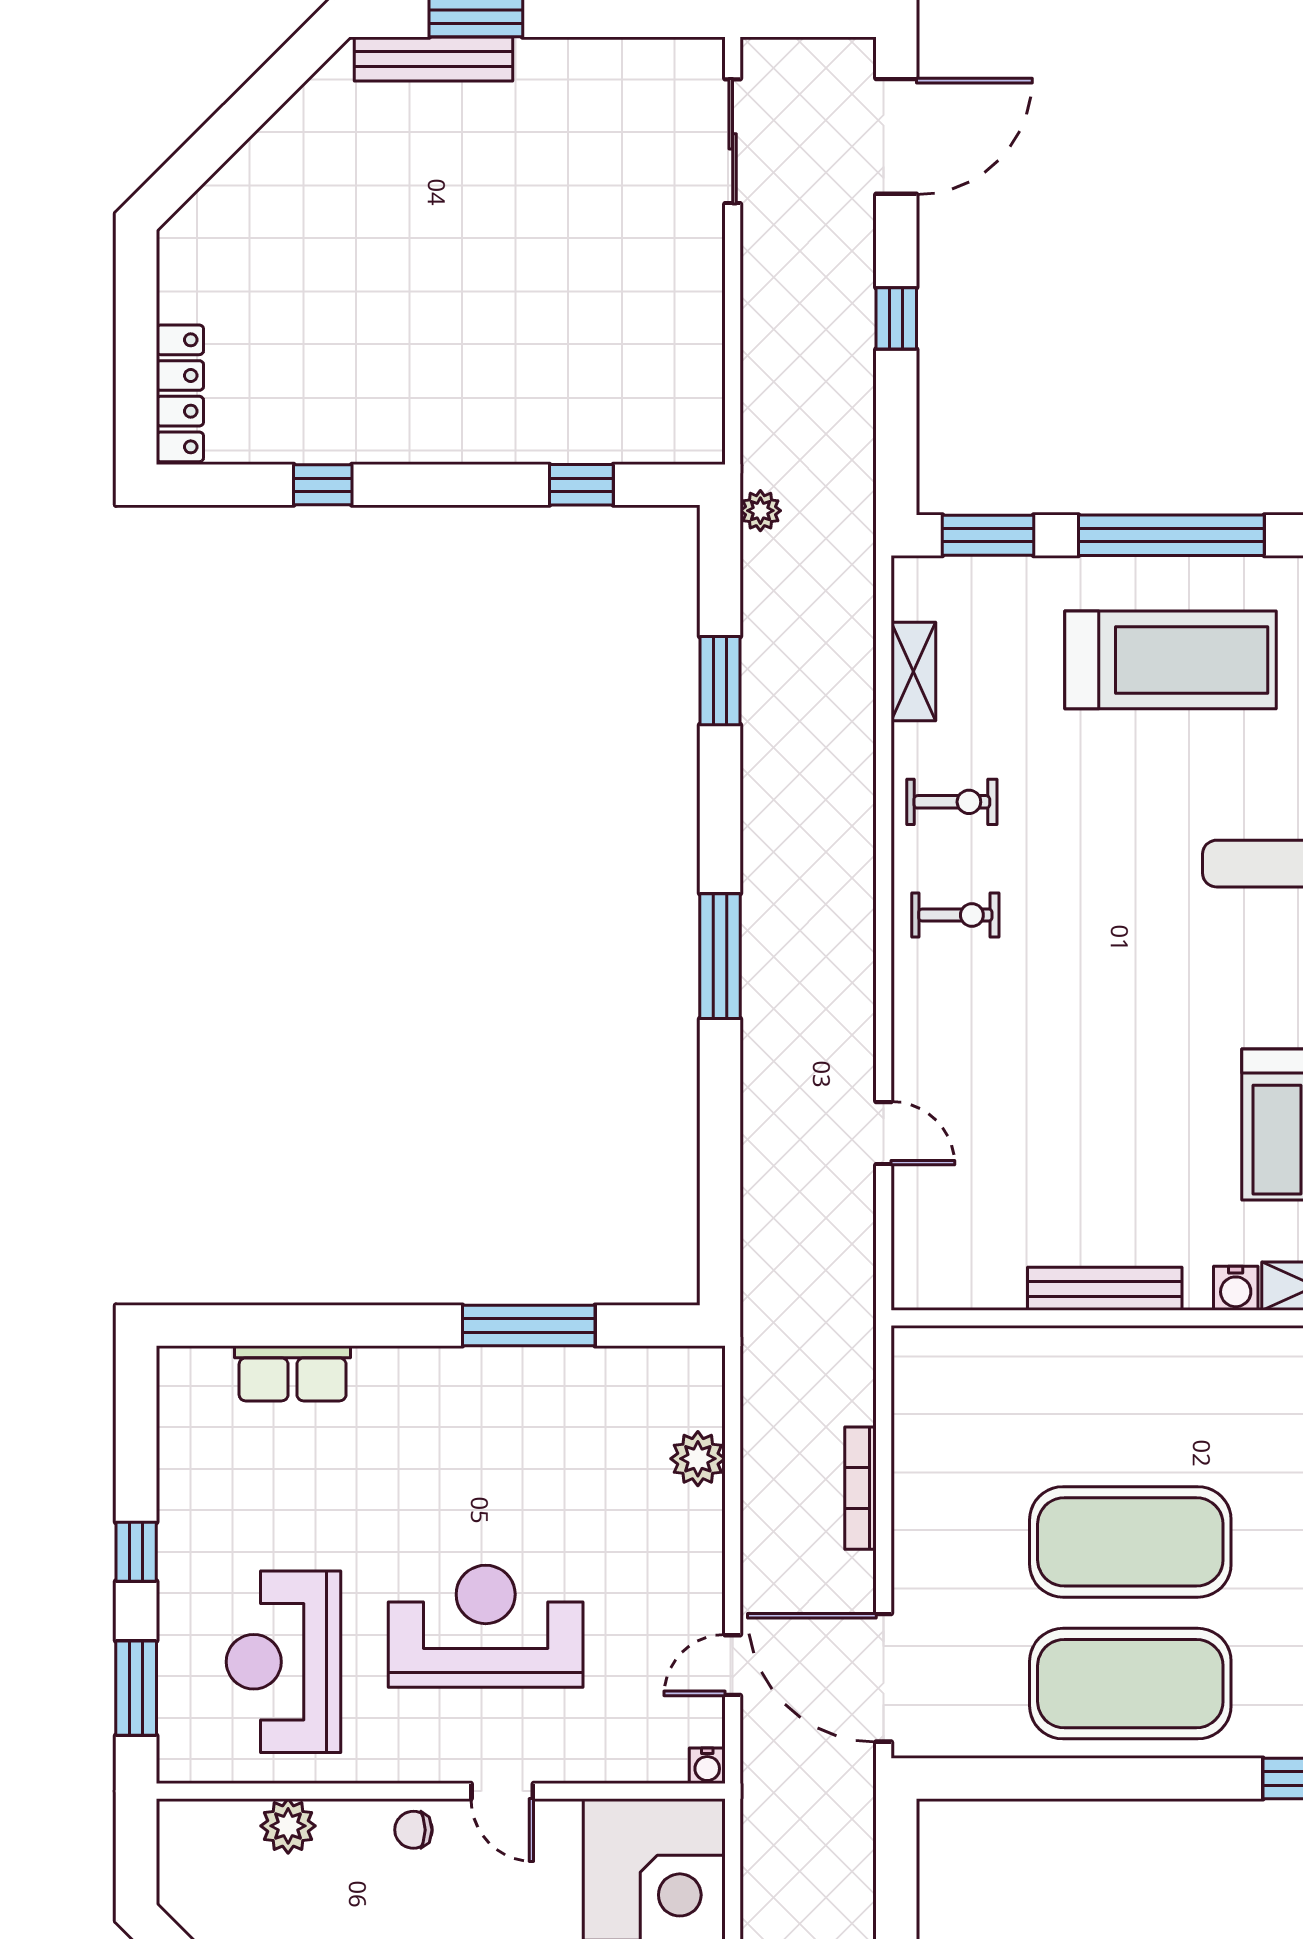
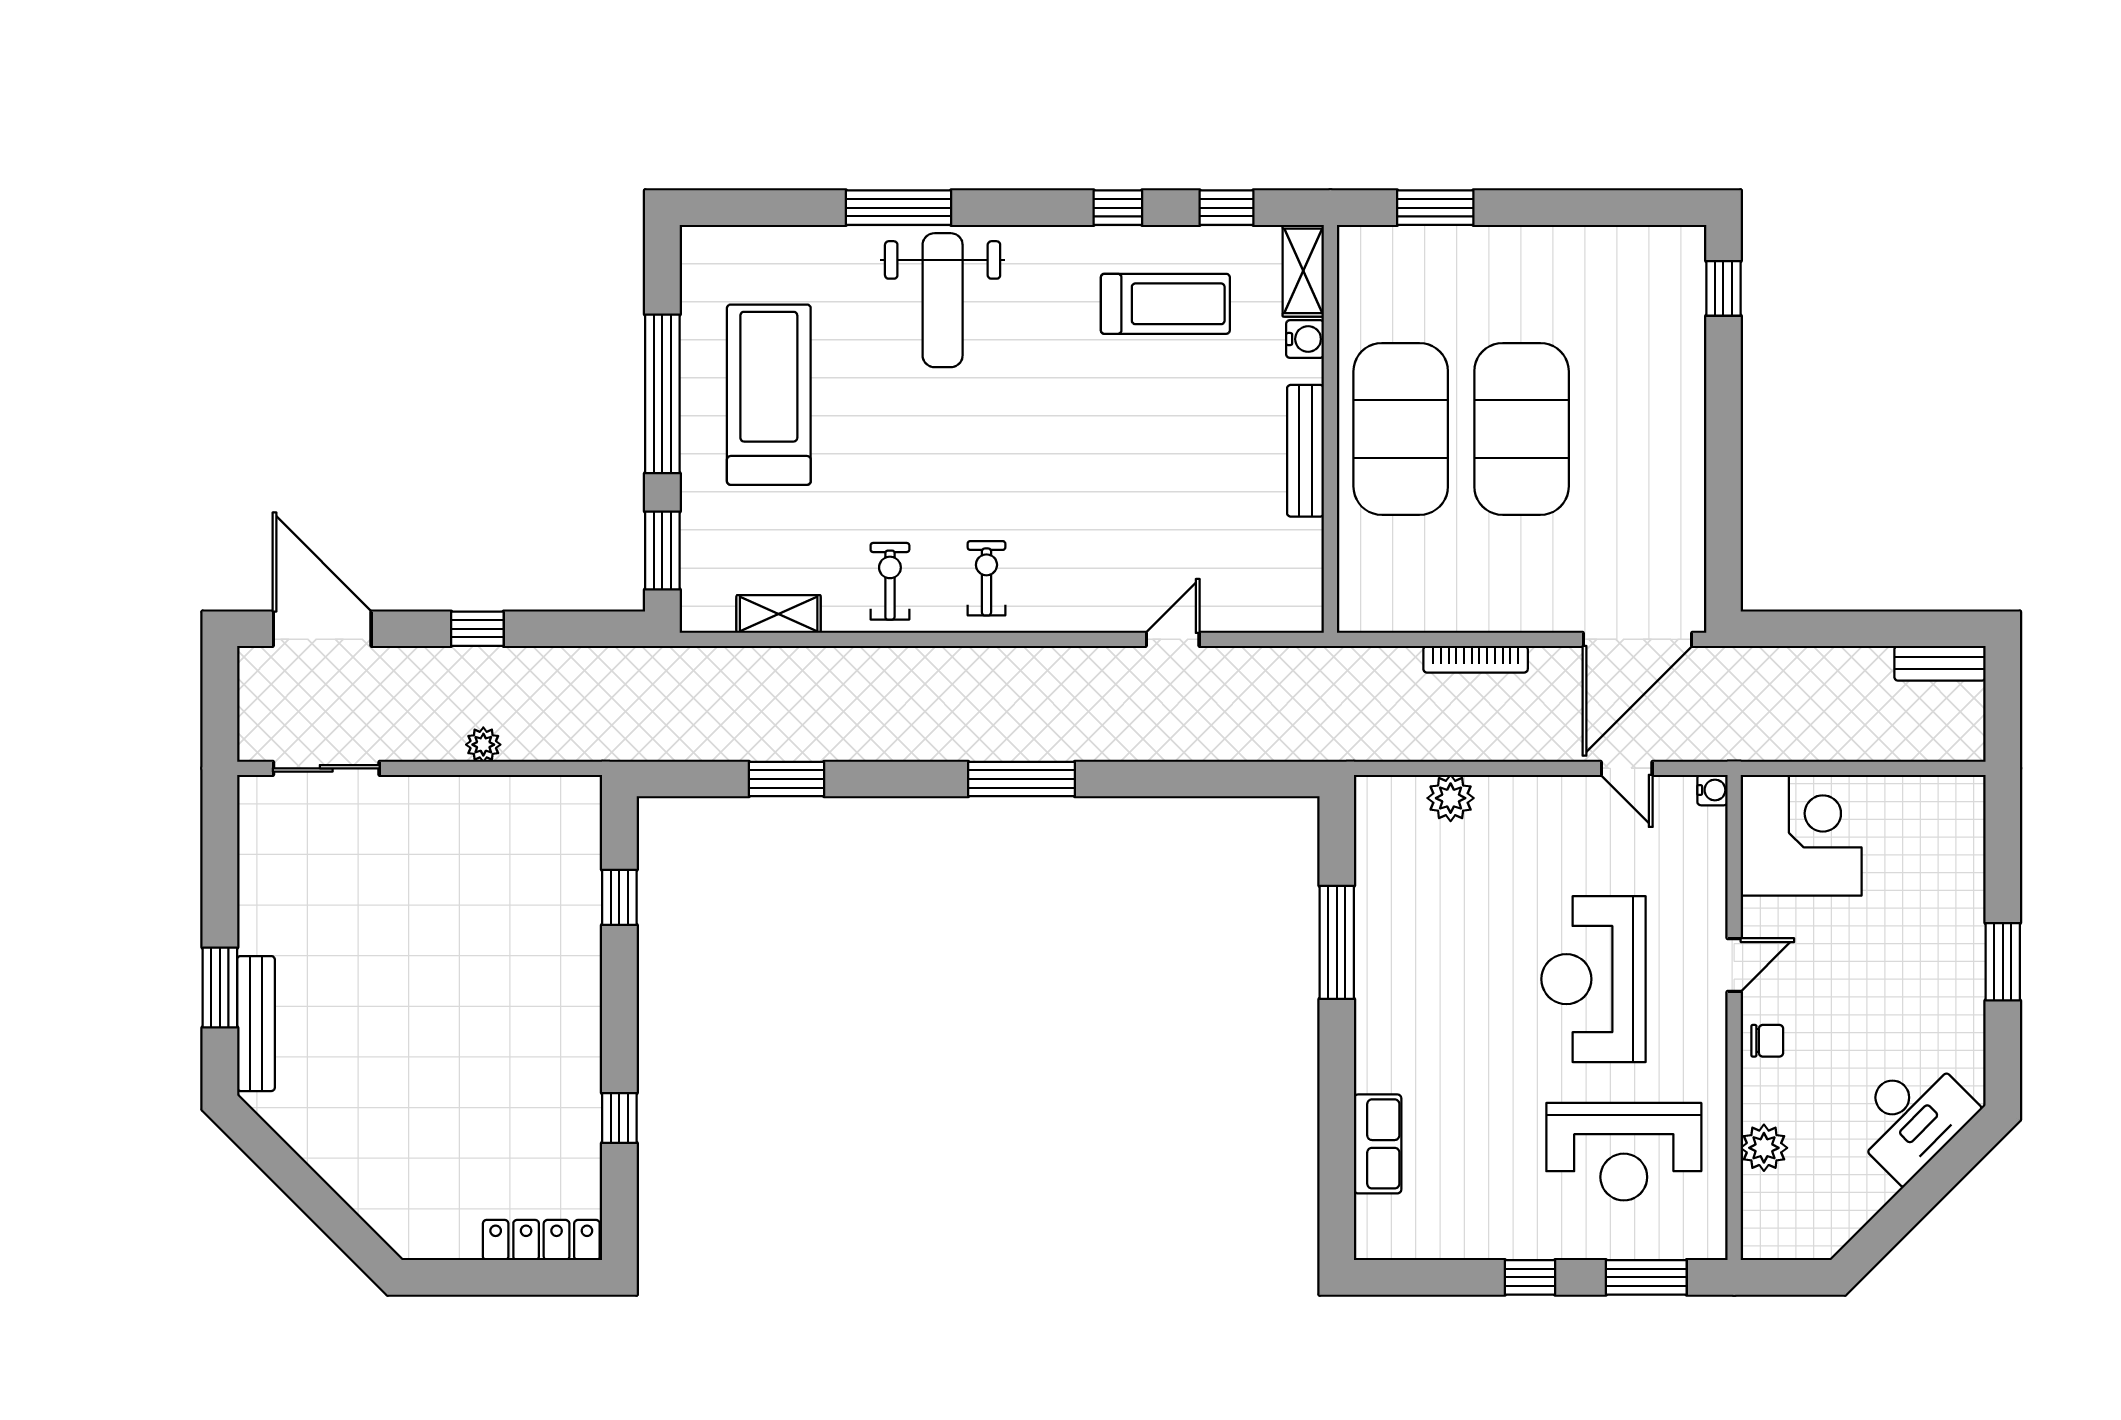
plant: (760, 511) -> (483, 745), moved
exercise mat: (1130, 1684) -> (1401, 429), moved
chair: (413, 1830) -> (1767, 1041), turned -90

